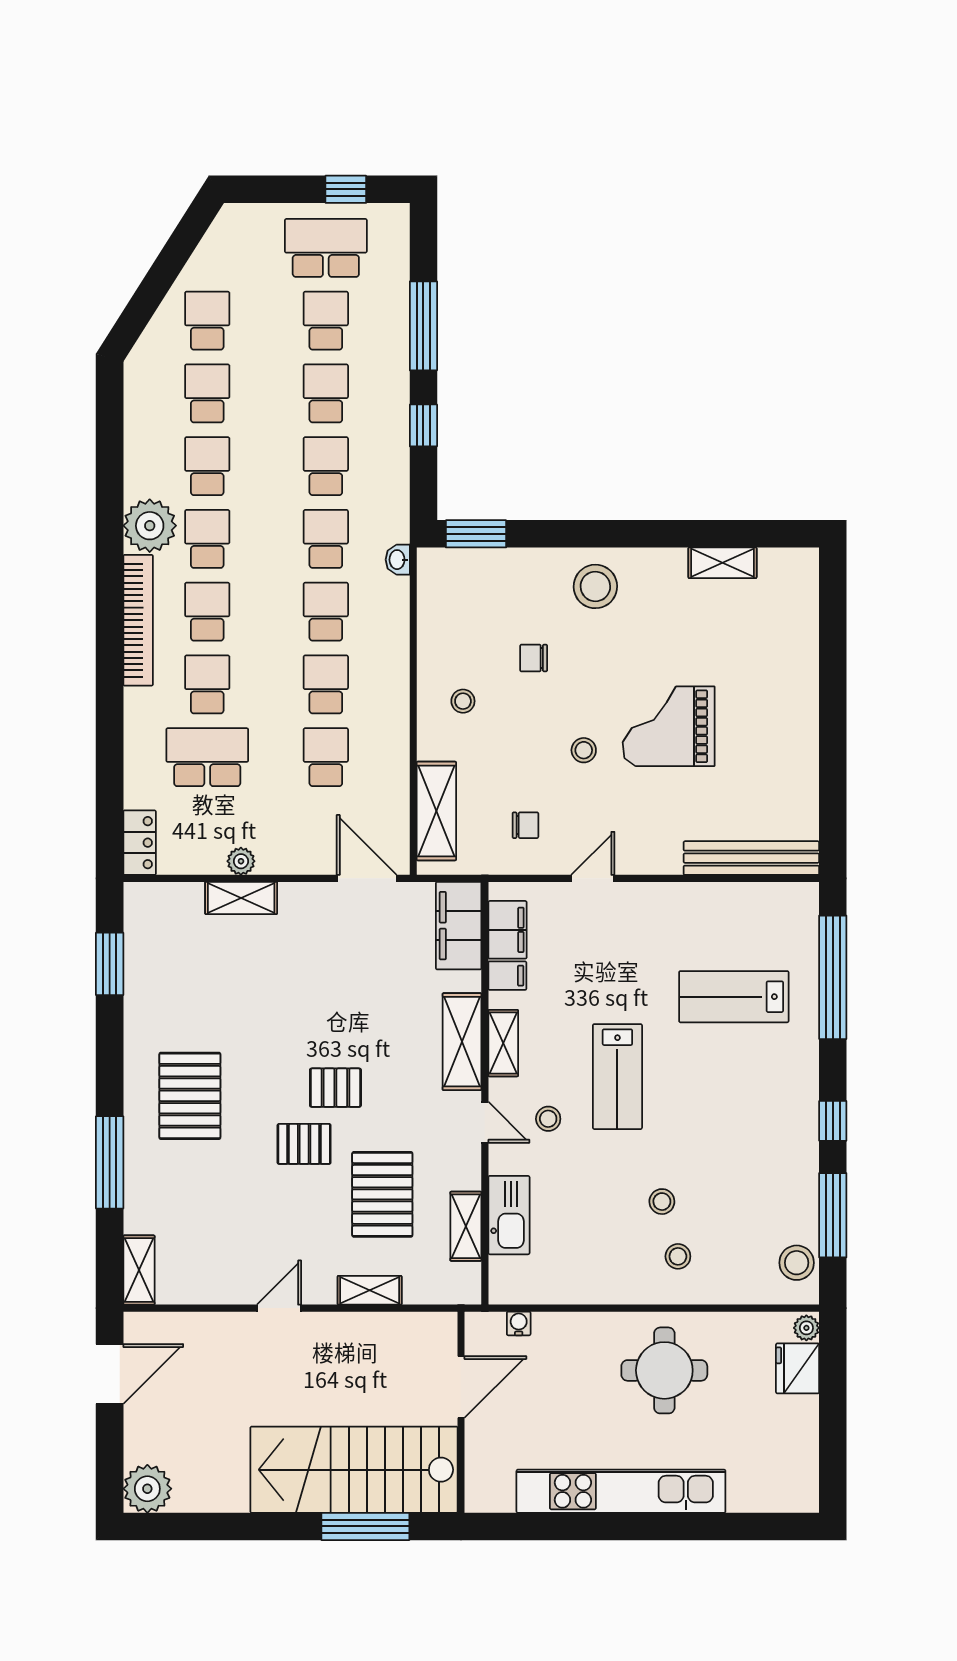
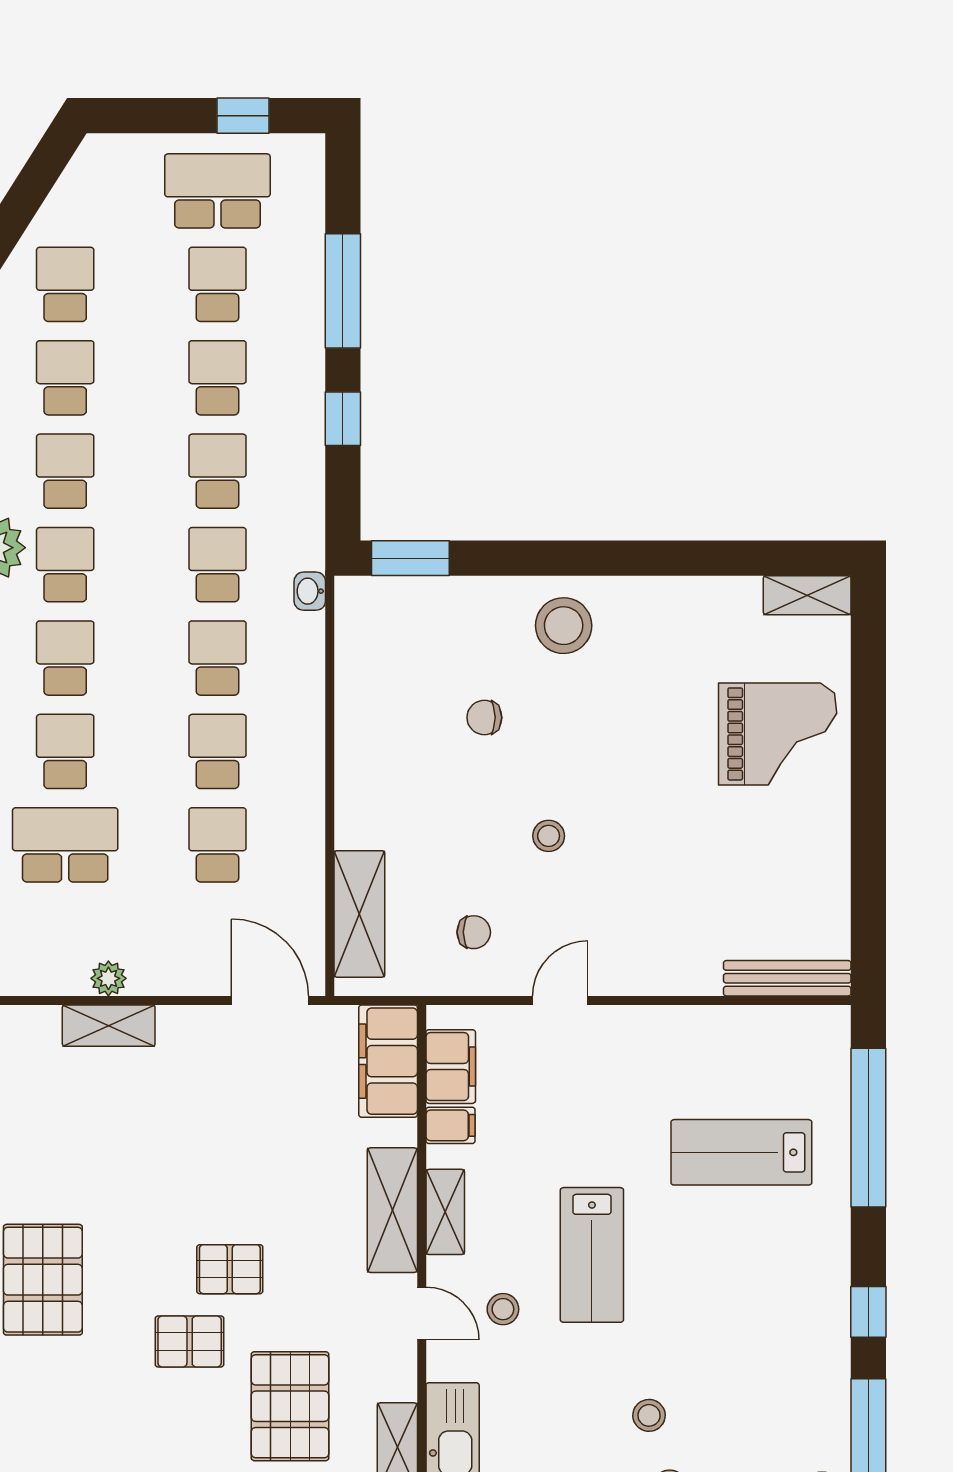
shelving: (722, 563) -> (807, 595), moved
stool: (463, 701) -> (394, 773), removed
grand piano: (669, 726) -> (778, 734), moved, turned 180
bench: (751, 858) -> (787, 978), width x0.73, depth x0.82

